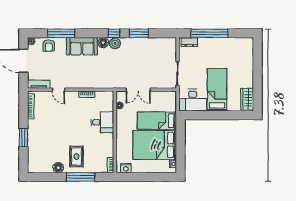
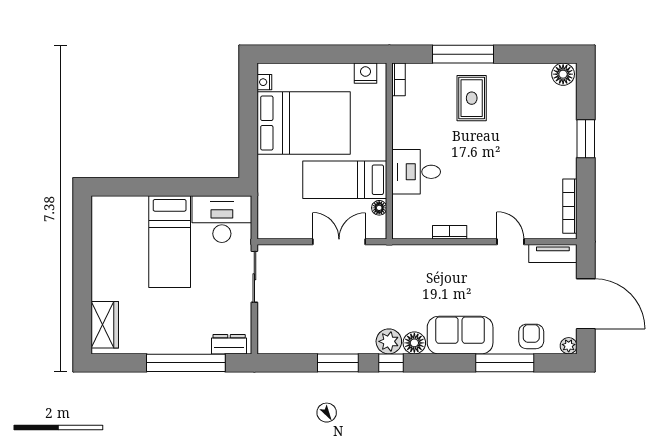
wardrobe: (247, 99) -> (105, 325), moved
bed: (157, 121) -> (345, 180), moved, turned 180
floor lamp: (58, 168) -> (563, 74), moved

